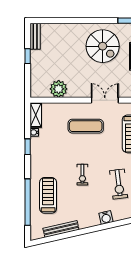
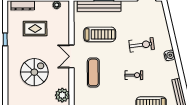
spiral stairs: (103, 46) -> (34, 72), moved

